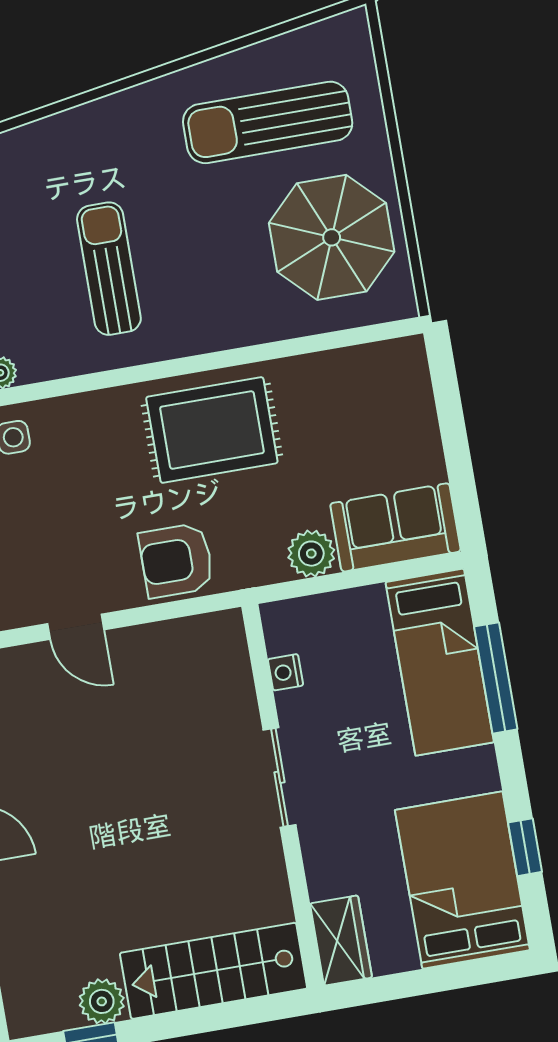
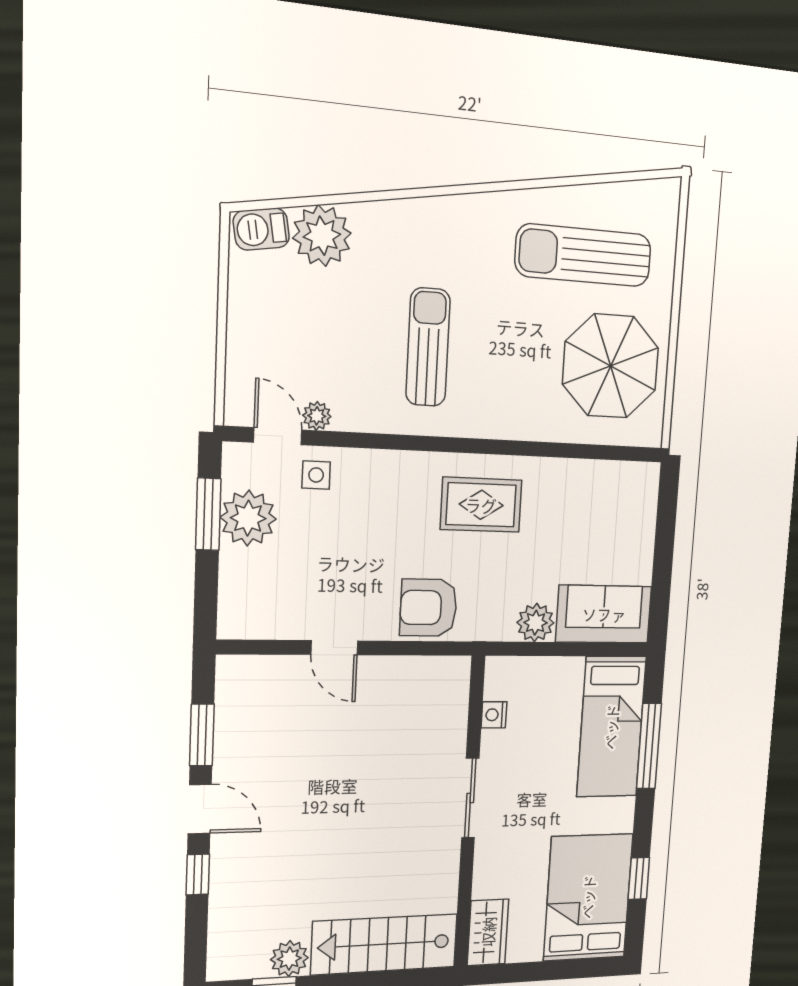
rug: (212, 430) -> (481, 505), width x0.73, depth x0.70

